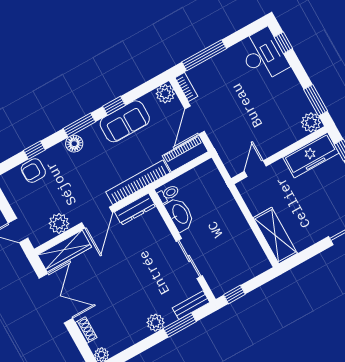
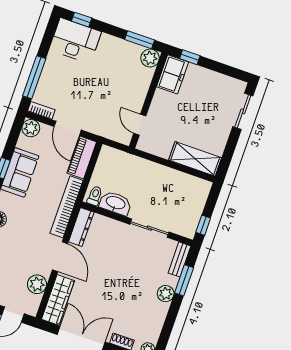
freezer: (311, 155) -> (173, 74), width x0.71

